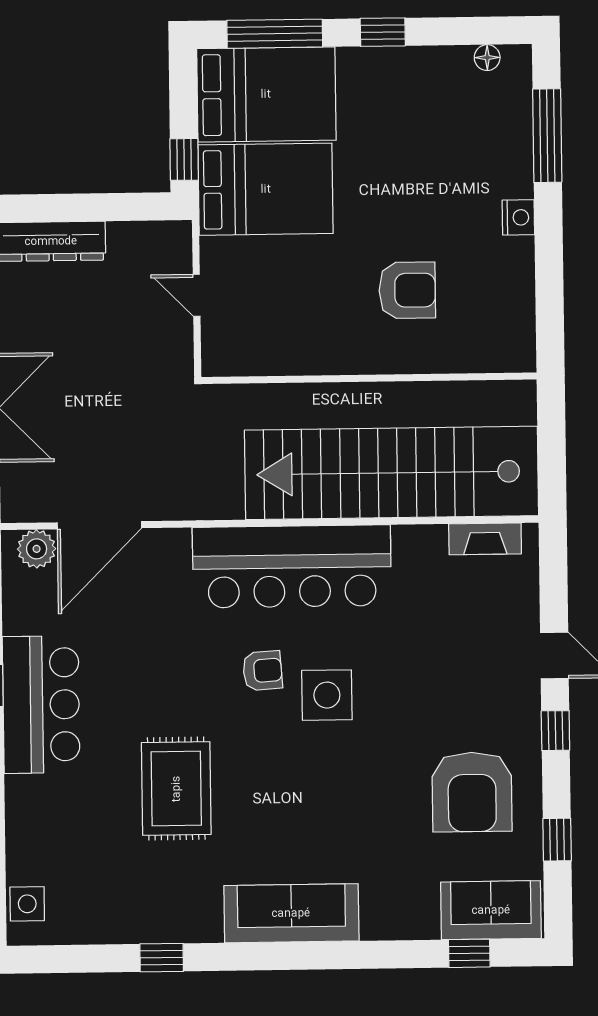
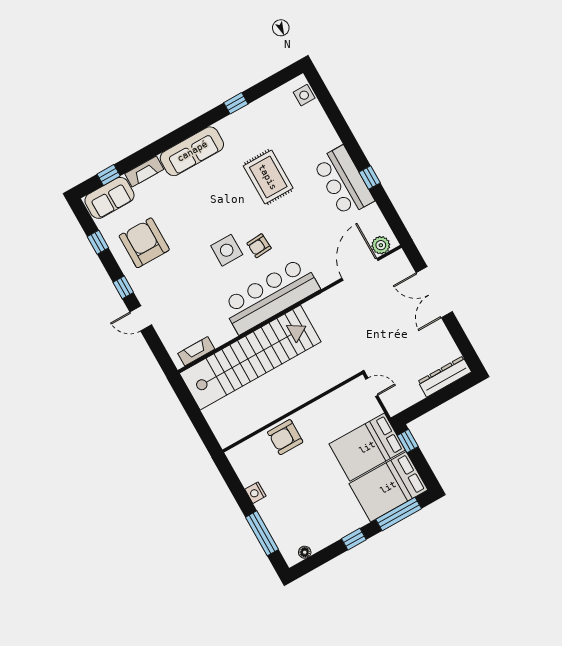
wall: (369, 378) -> (293, 412), moved
fireplace: (400, 924) -> (144, 171), added

